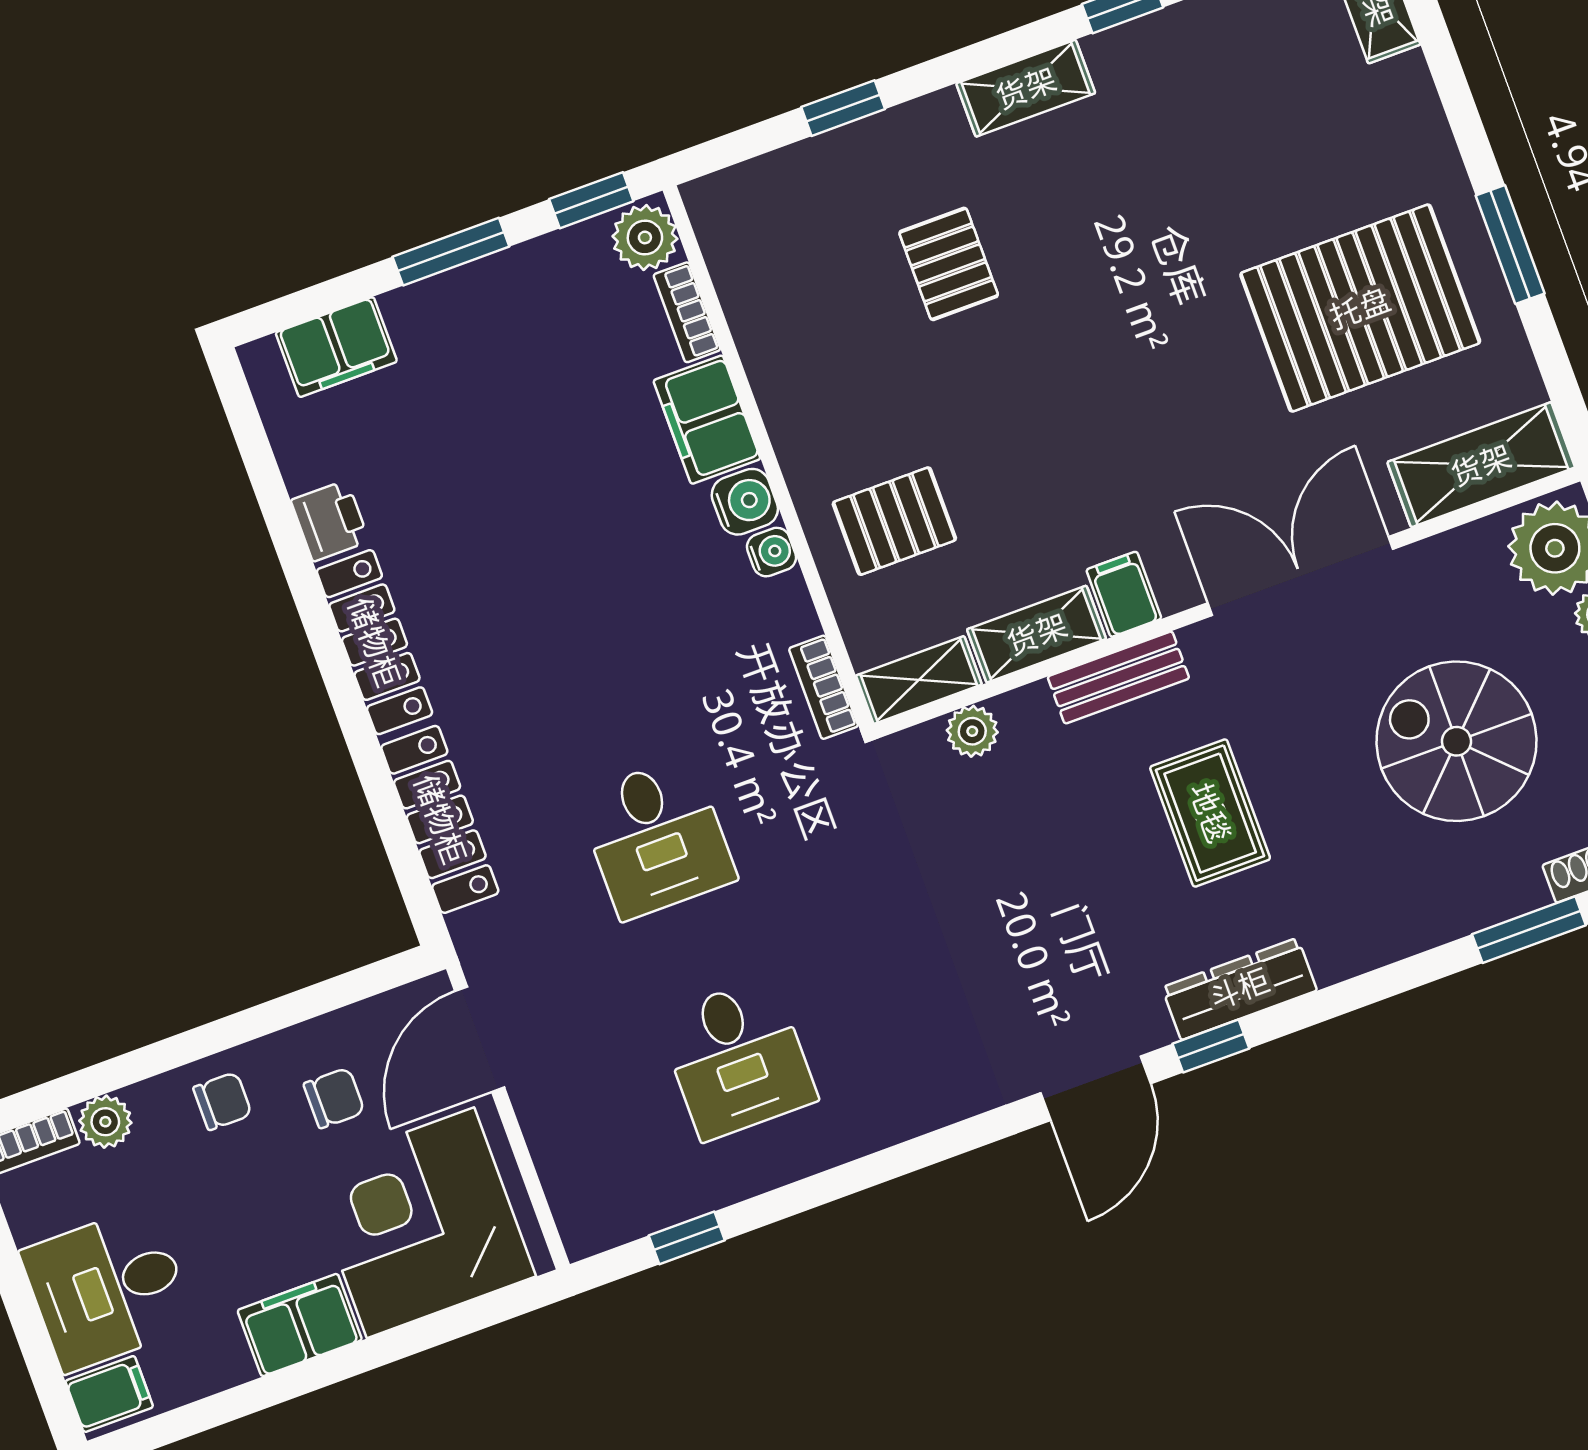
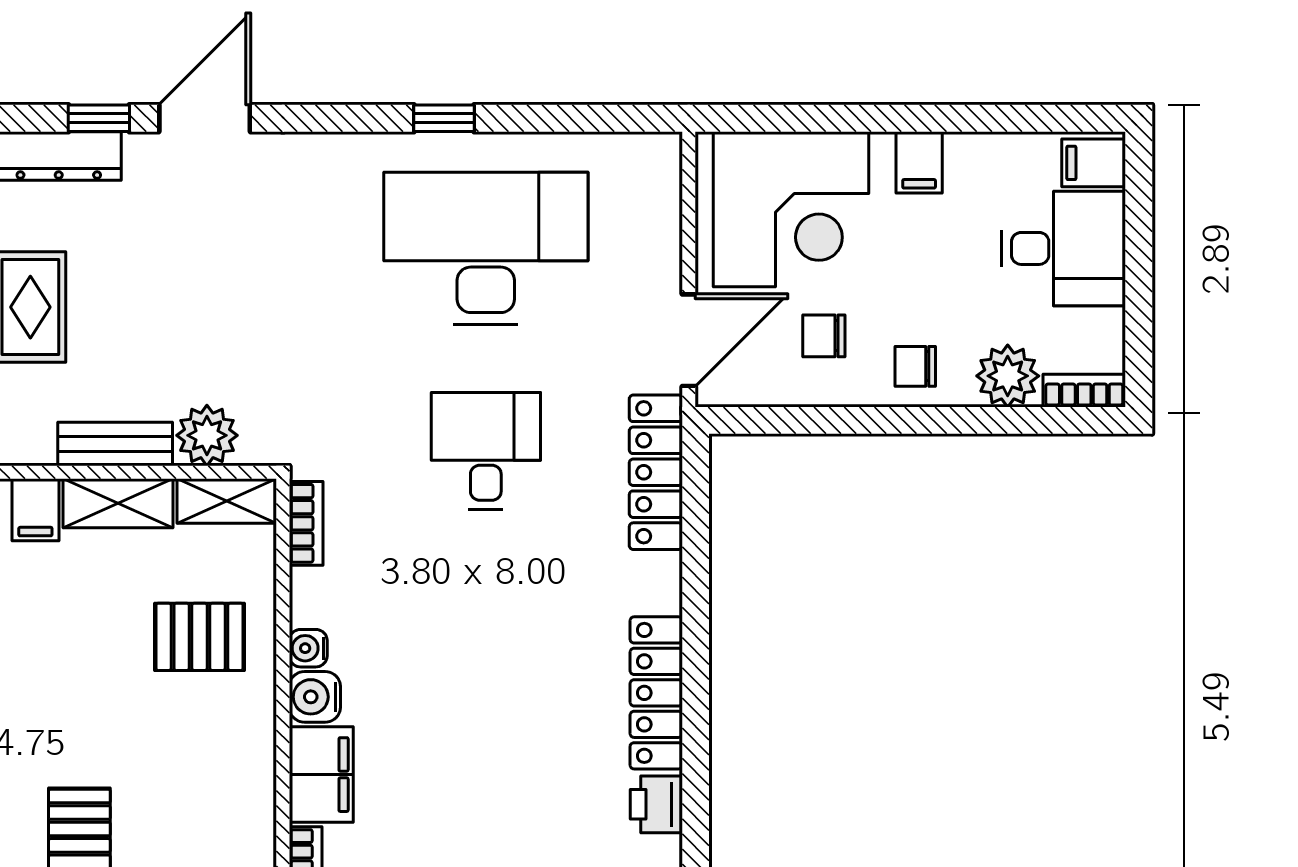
bench: (1118, 678) -> (115, 444), moved
plant: (972, 731) -> (207, 435), width x1.38, depth x1.38
locker: (440, 819) -> (656, 472), moved
desk: (737, 1058) -> (486, 249), width x1.87, depth x1.30
plant: (105, 1122) -> (1008, 376), width x1.38, depth x1.38
window: (687, 1238) -> (444, 118), moved
filing cabinet: (300, 1325) -> (919, 162), width x0.50

